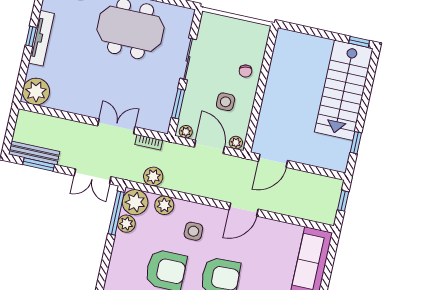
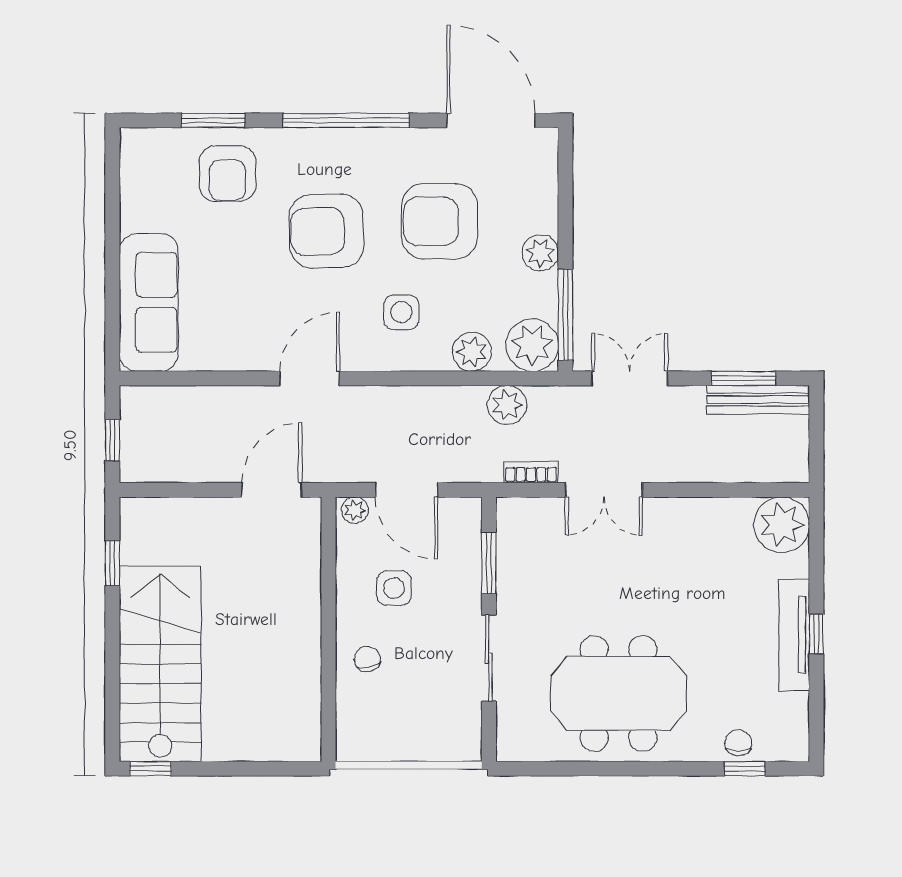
plant: (186, 132) -> (461, 510), removed
plant: (126, 224) -> (540, 253), moved

